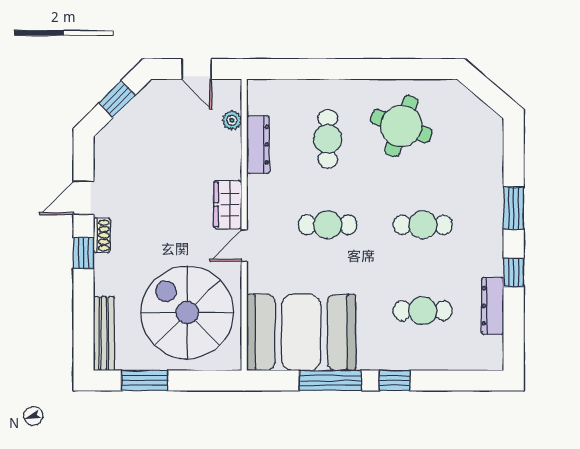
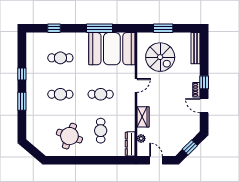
dresser: (258, 145) -> (130, 144), moved
door: (84, 198) -> (204, 106), swing flipped
wardrobe: (228, 205) -> (143, 117), moved
dresser: (493, 306) -> (31, 60), removed
spiral stairs: (187, 313) -> (160, 57), width x0.73, depth x0.73
window: (145, 381) -> (163, 28), moved
window: (394, 381) -> (54, 28), moved

